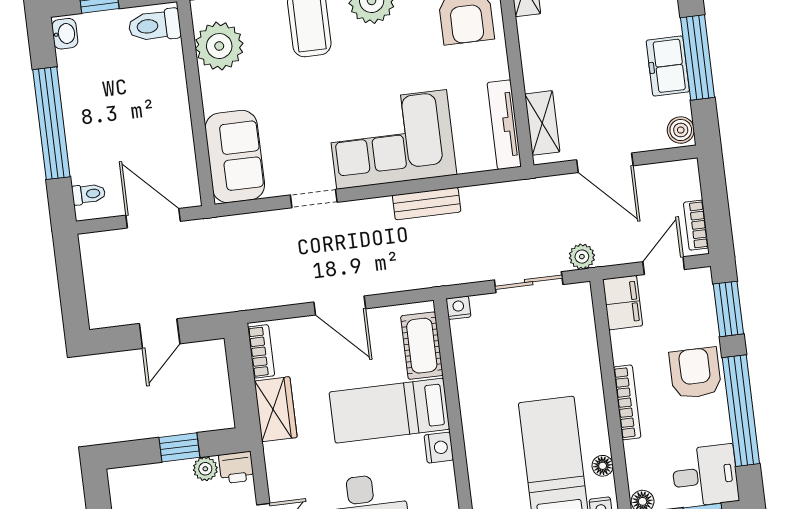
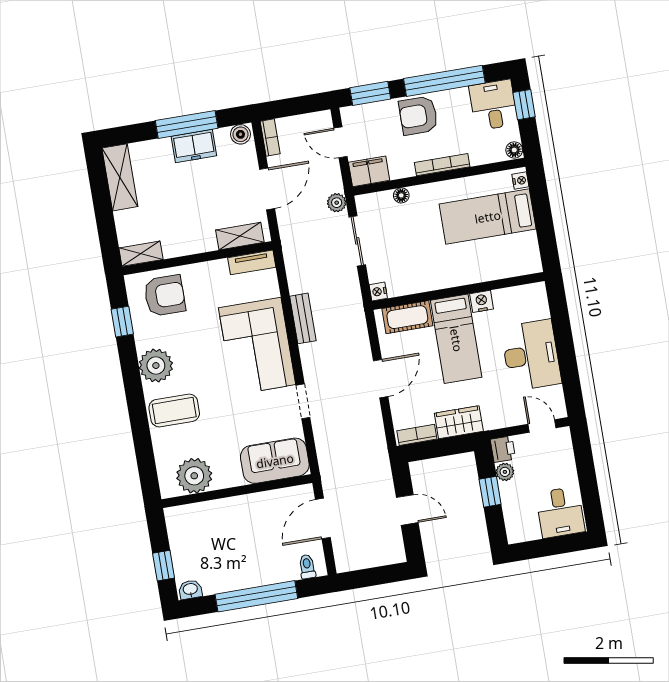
toilet: (155, 26) -> (181, 524), removed
tv unit: (504, 125) -> (252, 262), width x0.71
bookcase: (696, 225) -> (270, 137), moved, turned -90
floor lamp: (603, 466) -> (401, 195), moved

